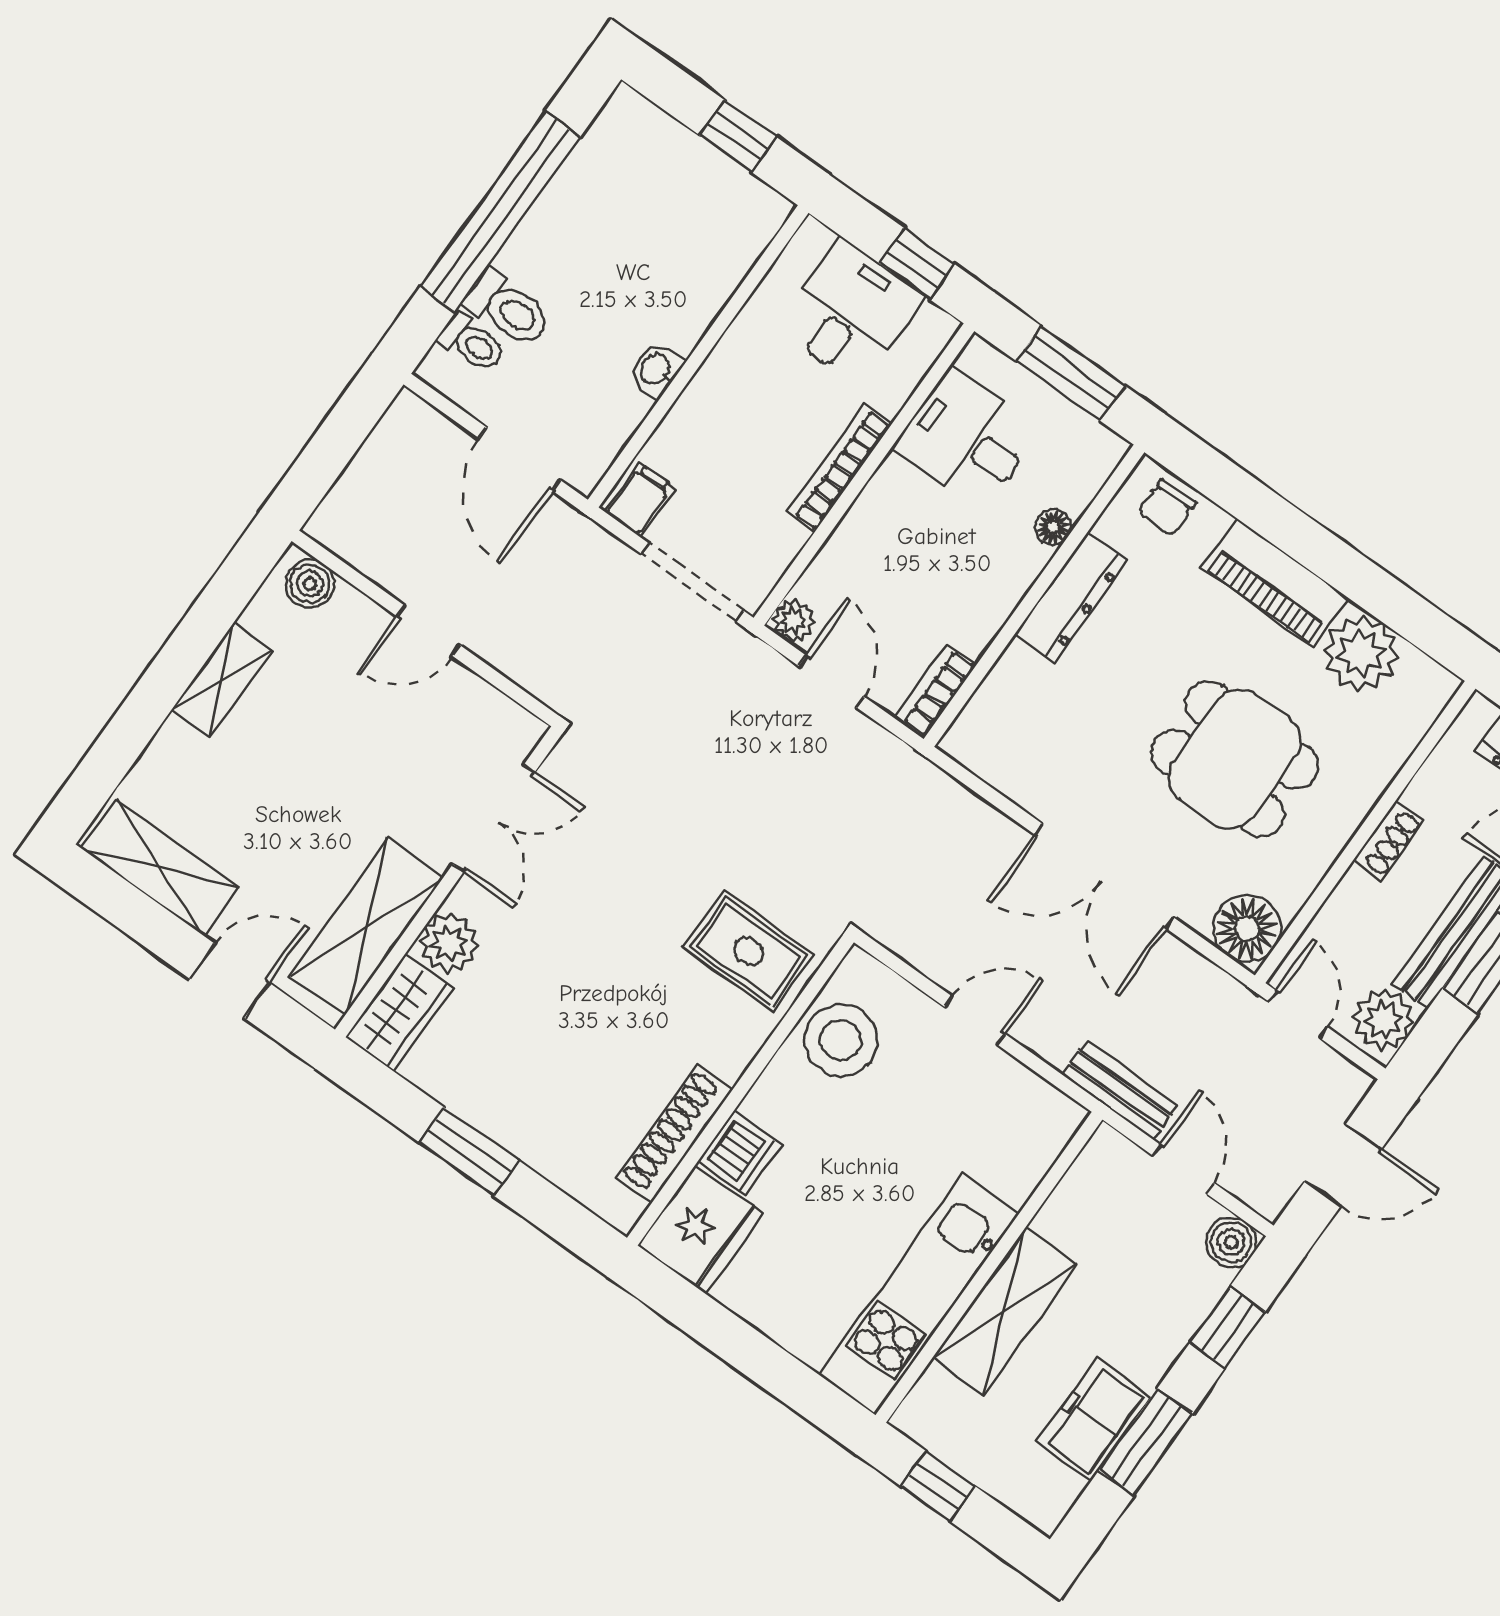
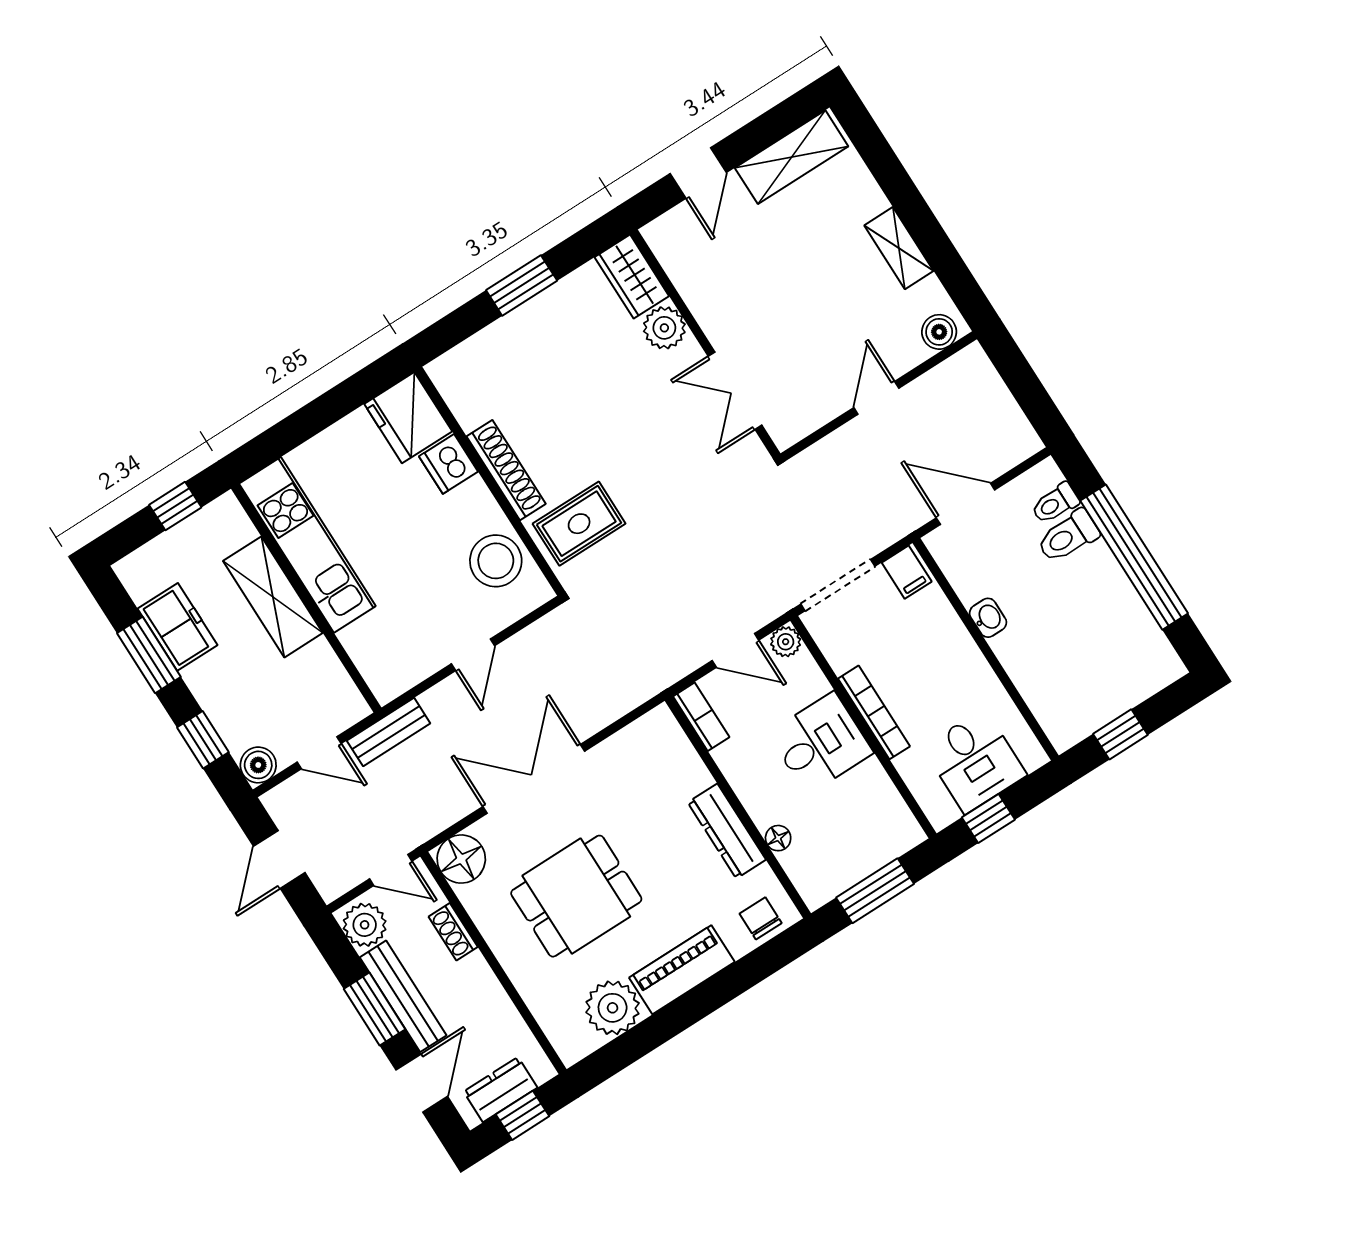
desk: (967, 439) -> (820, 743), moved
shoe rack: (1389, 841) -> (453, 932), moved
shelving: (367, 927) -> (697, 278), removed
shoe rack: (675, 1134) -> (506, 470), moved

